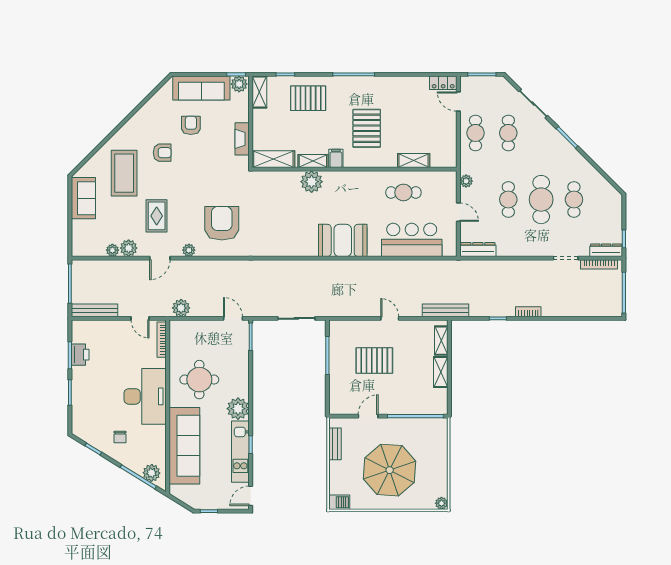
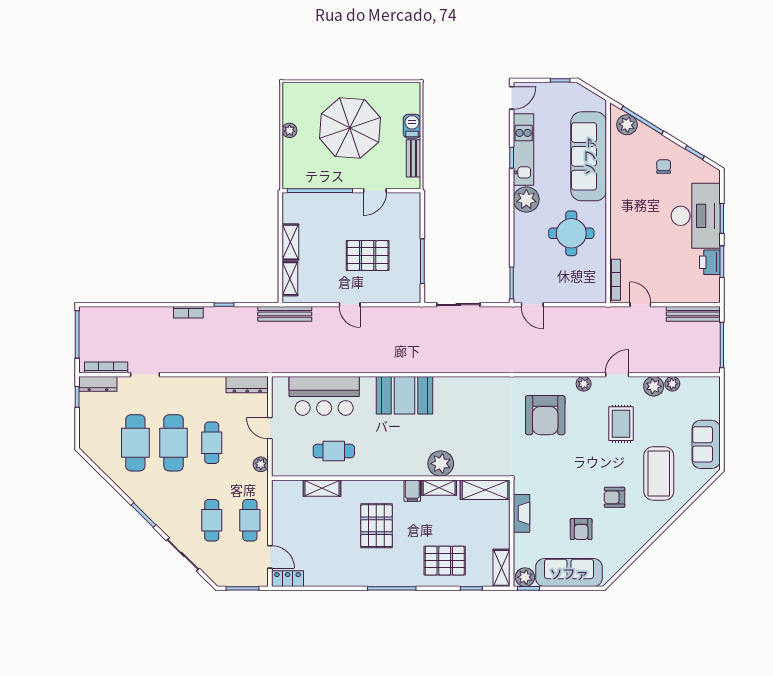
cafe table: (574, 200) -> (135, 443), width x1.37, depth x1.35
plant: (181, 308) -> (593, 317), removed
desk: (145, 396) -> (696, 216), moved, turned 180
barbecue: (339, 502) -> (412, 126), moved, turned 90
plant: (441, 503) -> (290, 130), moved

